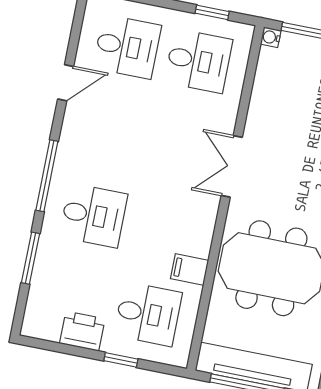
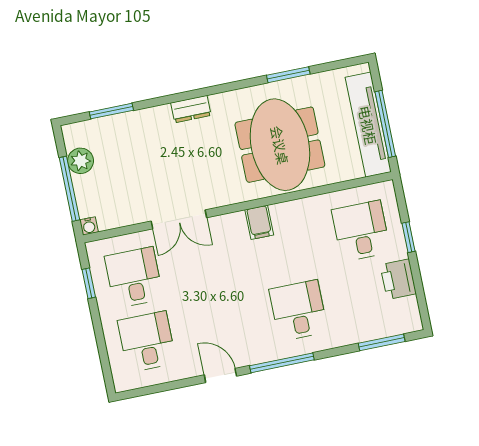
door: (66, 83) -> (220, 375), moved
double door: (232, 166) -> (179, 219), moved
window: (30, 258) -> (382, 342), moved
filing cabinet: (190, 269) -> (259, 222), moved

